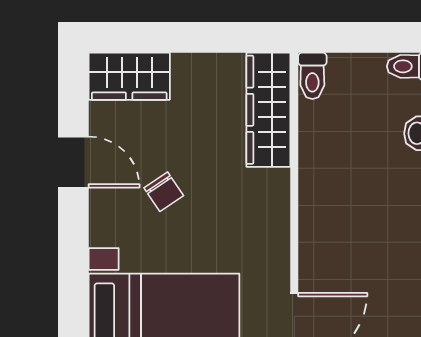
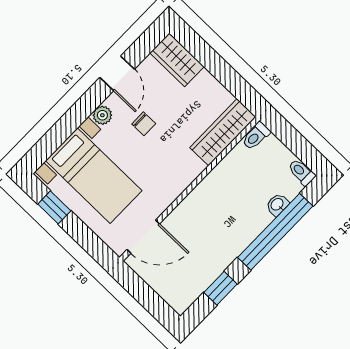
chair: (164, 192) -> (144, 124), turned -56
plant: (104, 229) -> (102, 115), added

